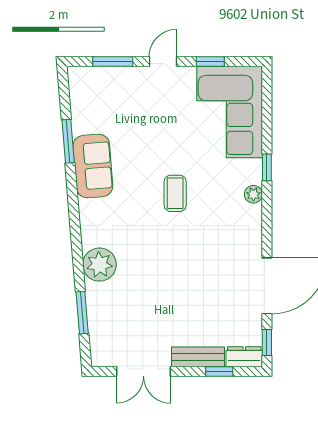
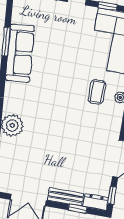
sofa: (93, 166) -> (20, 53), width x1.36
coffee table: (175, 193) -> (97, 92), moved

